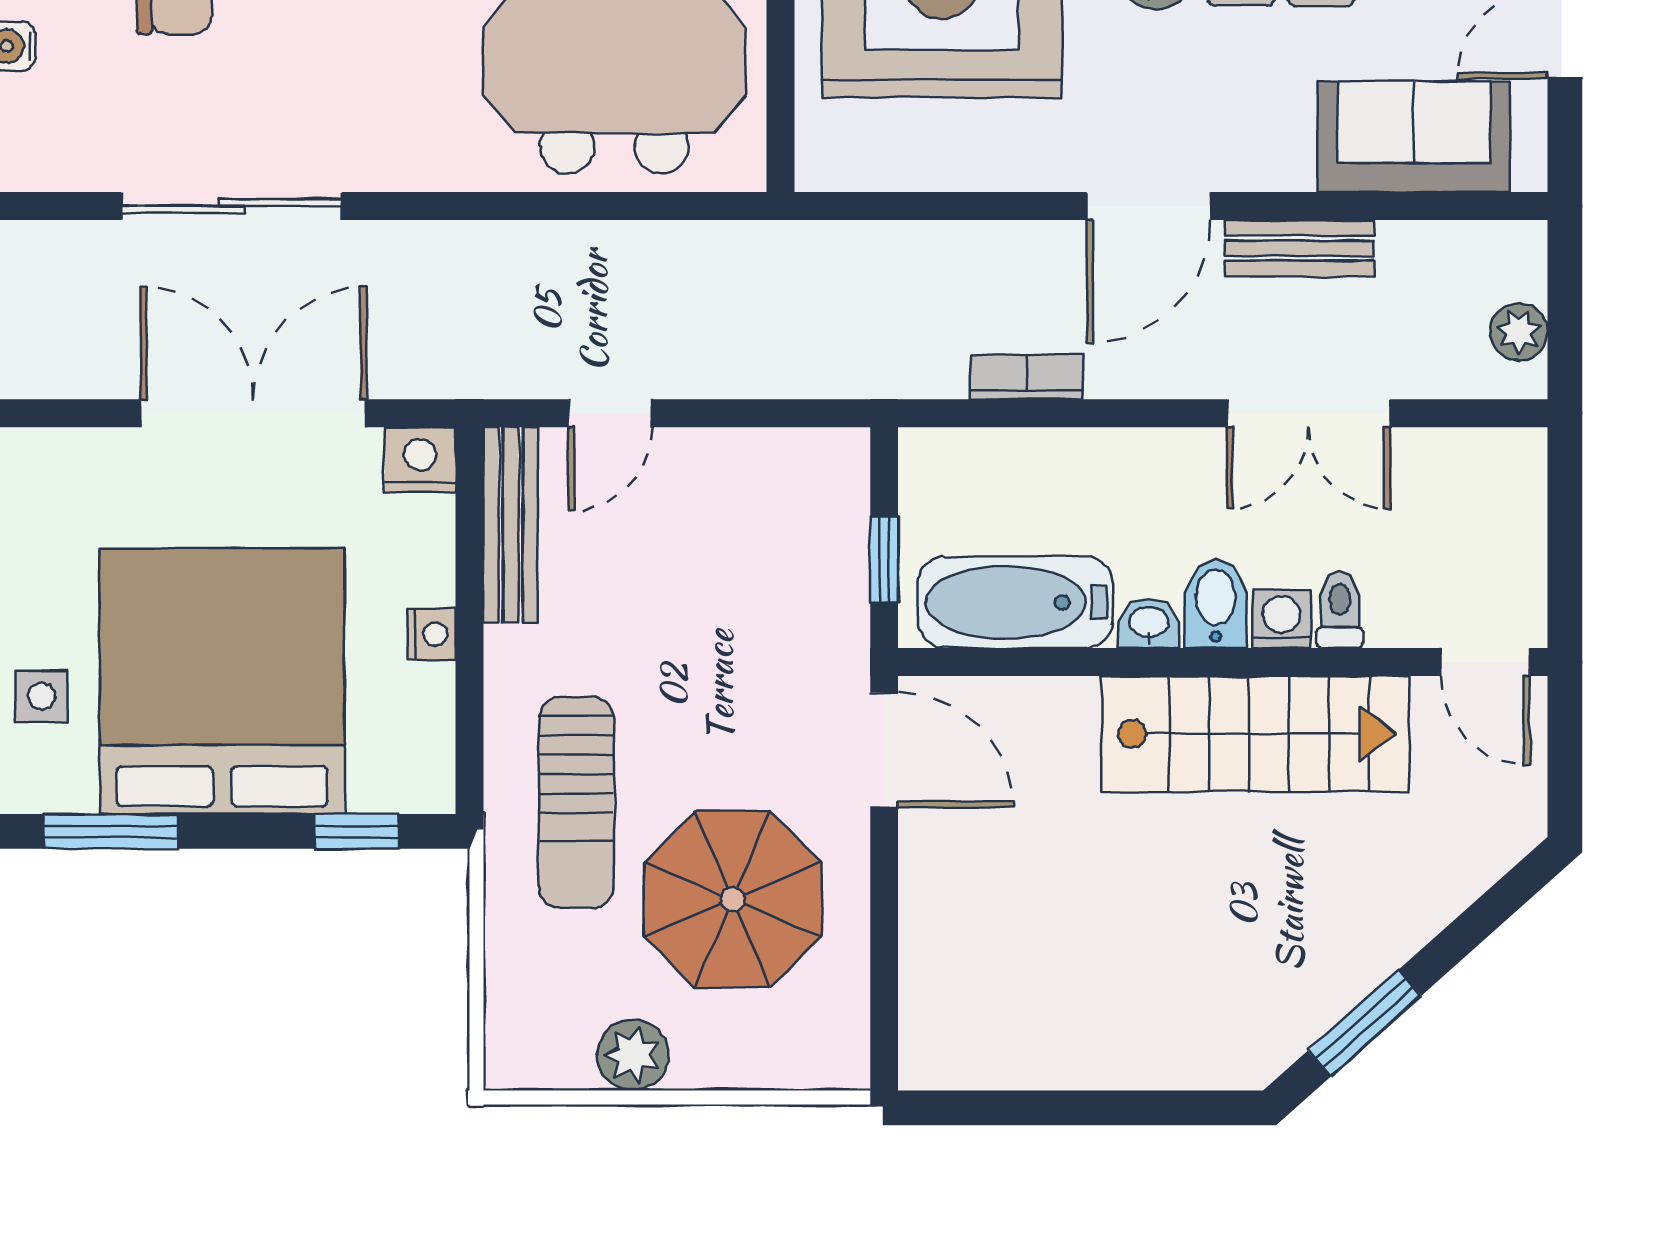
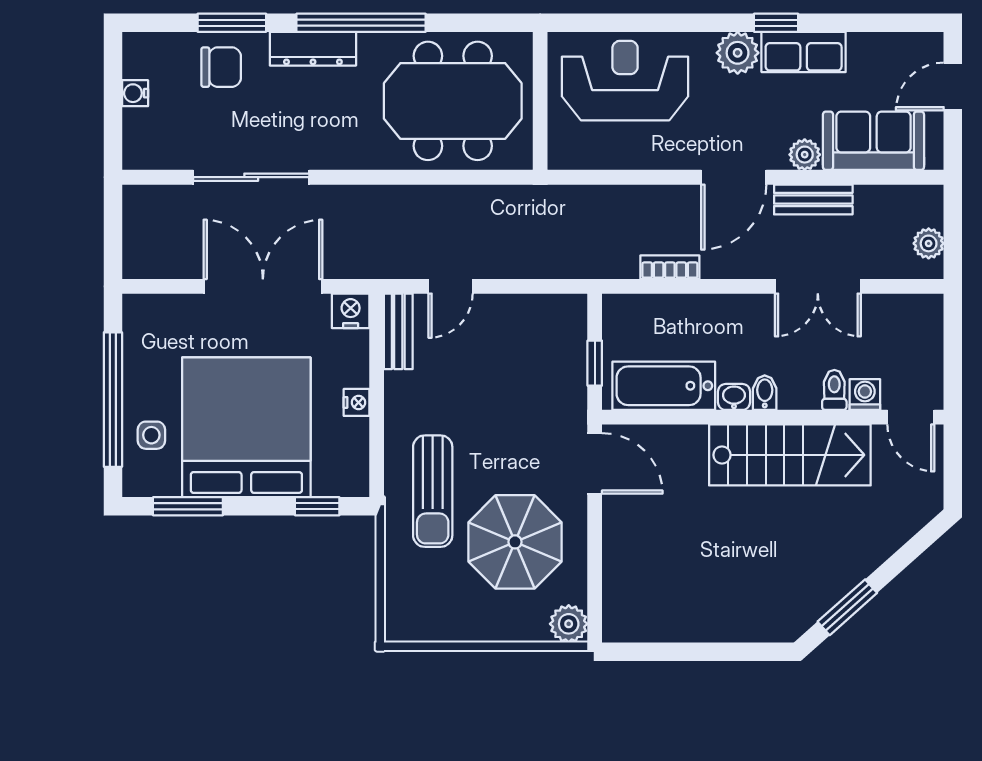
plant: (1283, 163) -> (805, 155), added
bench: (511, 525) -> (398, 331), width x0.73
bidet: (1216, 604) -> (765, 393), width x0.72, depth x0.74
washing machine: (1282, 619) -> (865, 395), moved
plant: (633, 1055) -> (569, 624), moved

